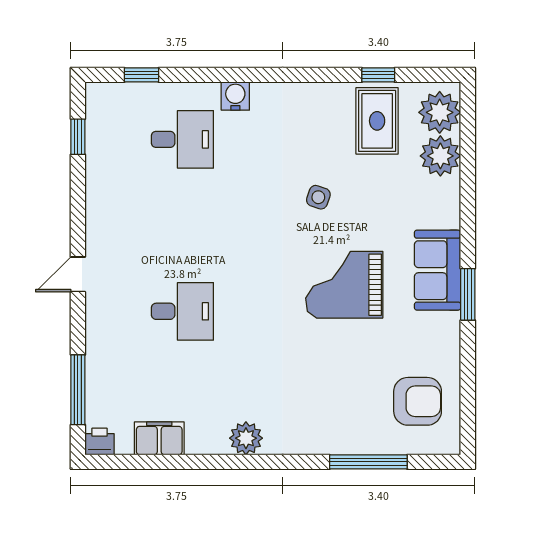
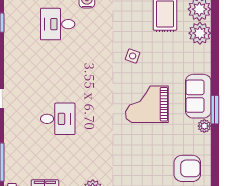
desk: (182, 139) -> (58, 24), turned 180
plant: (449, 324) -> (204, 126), added

